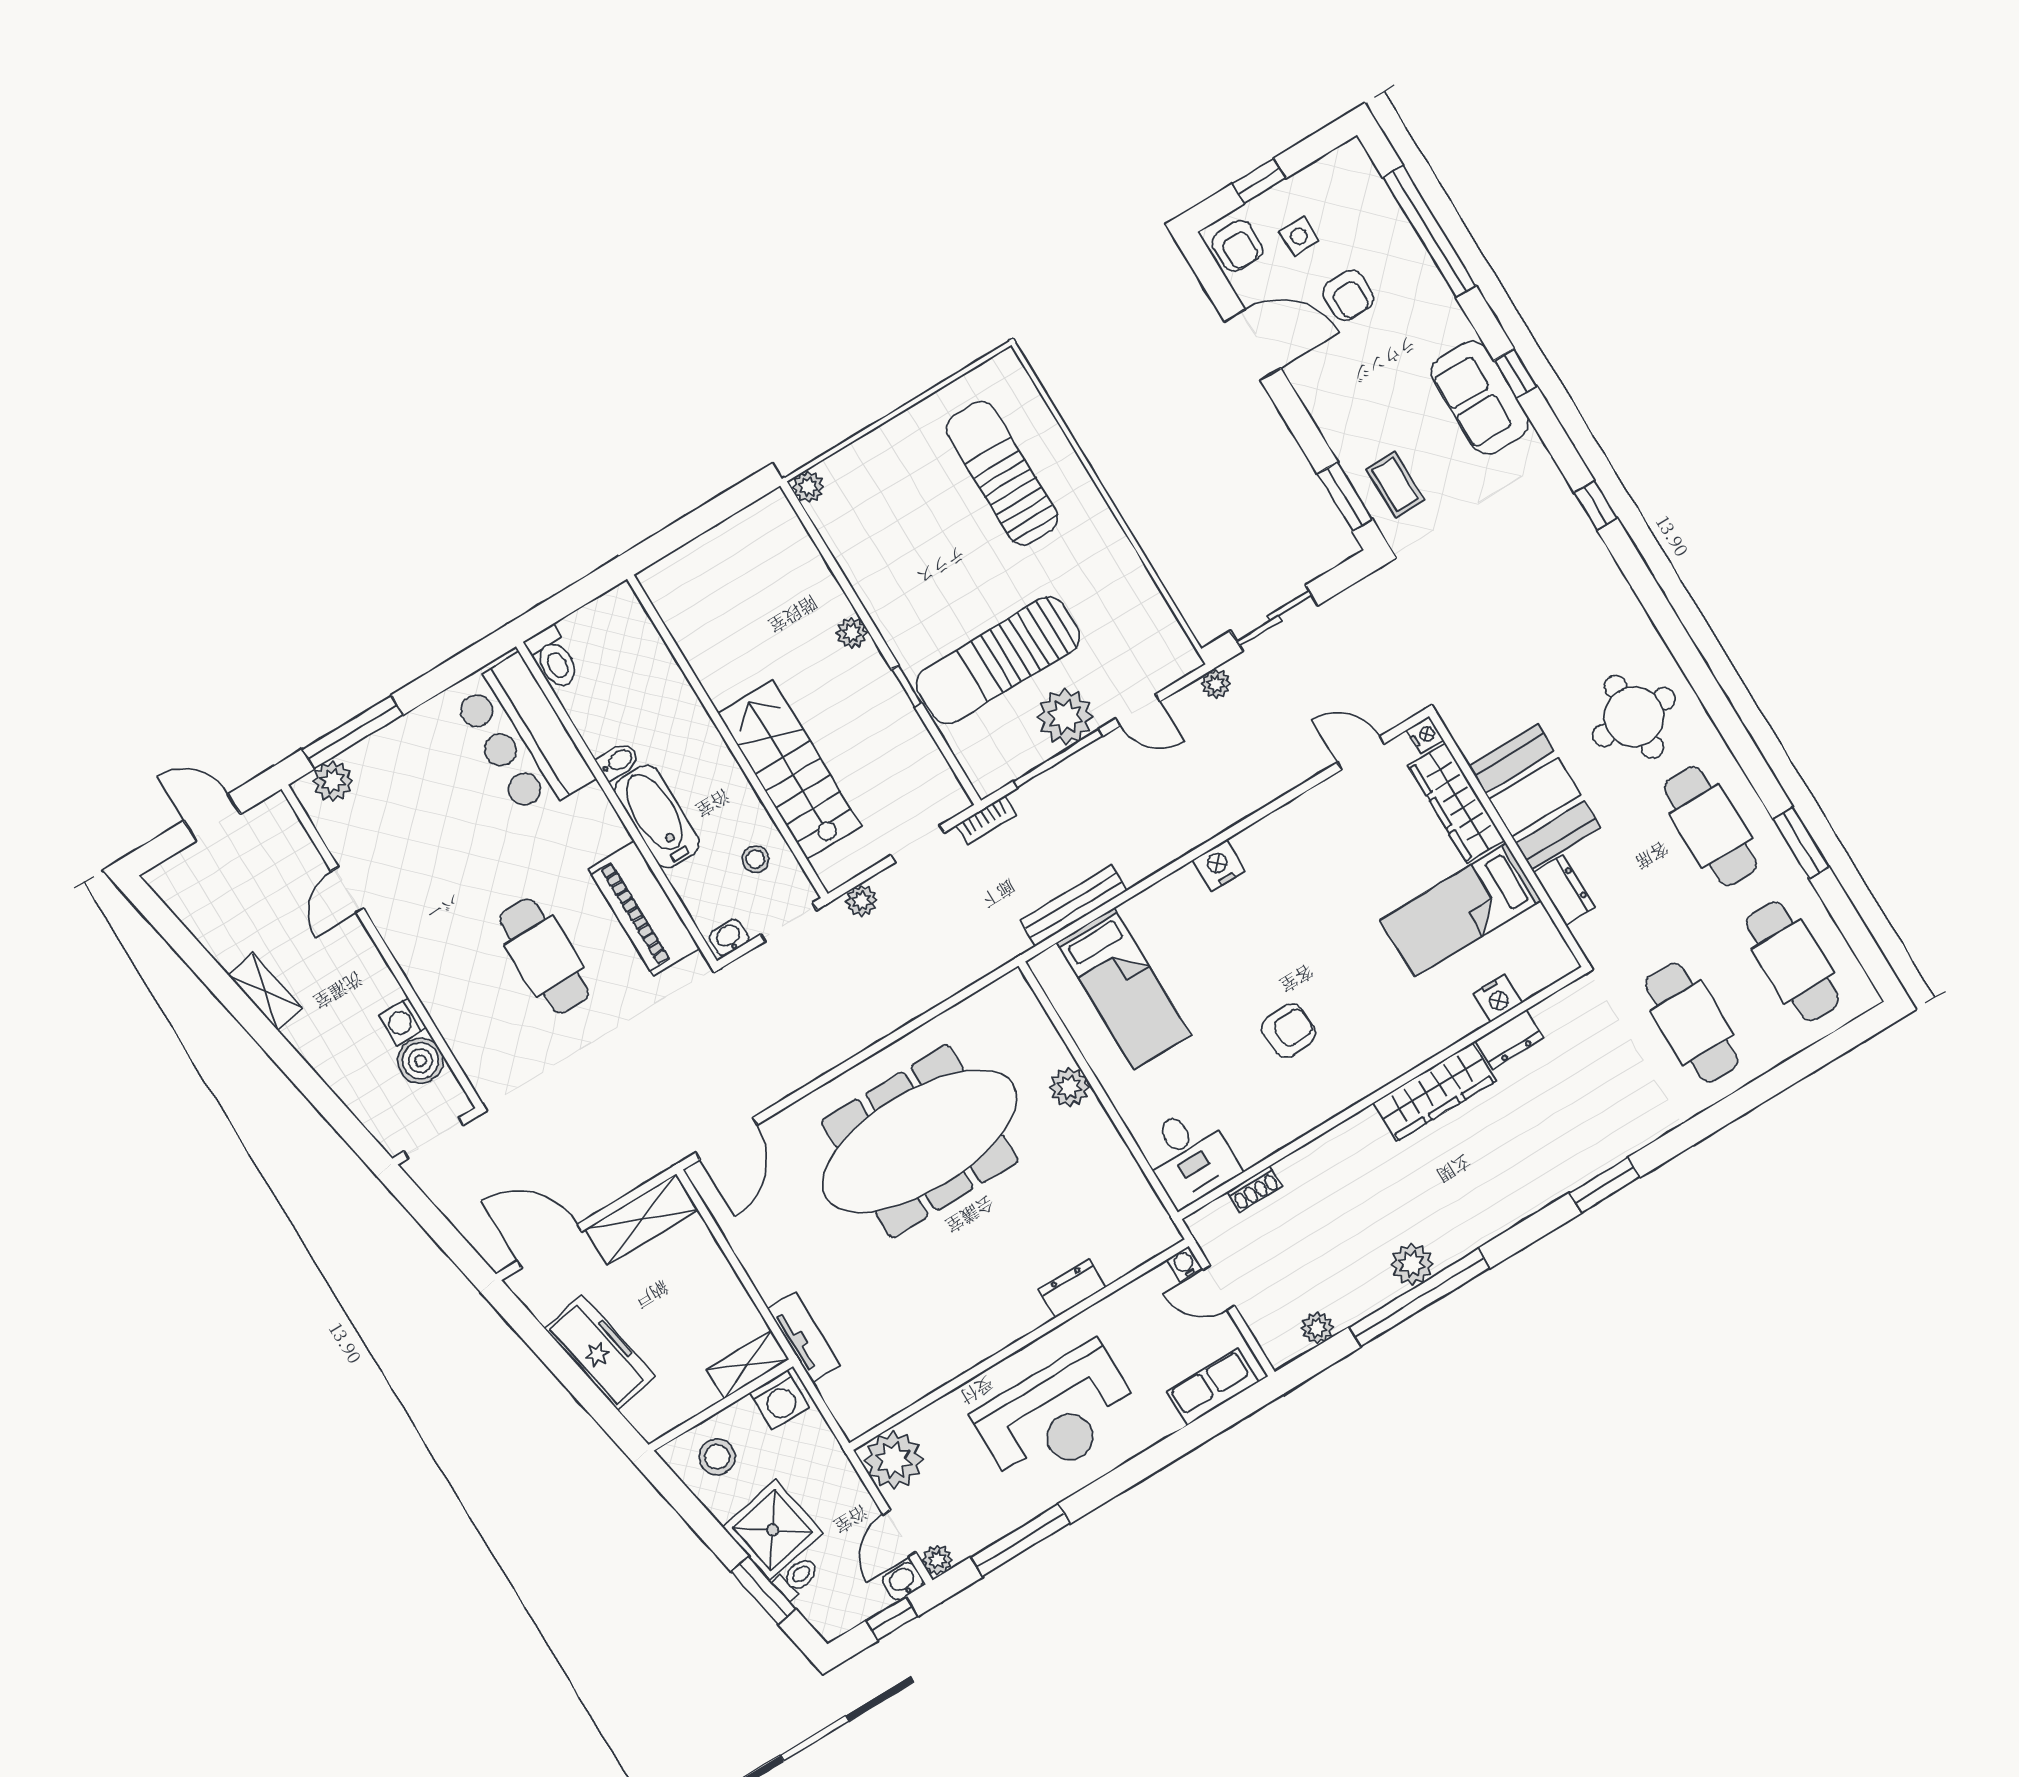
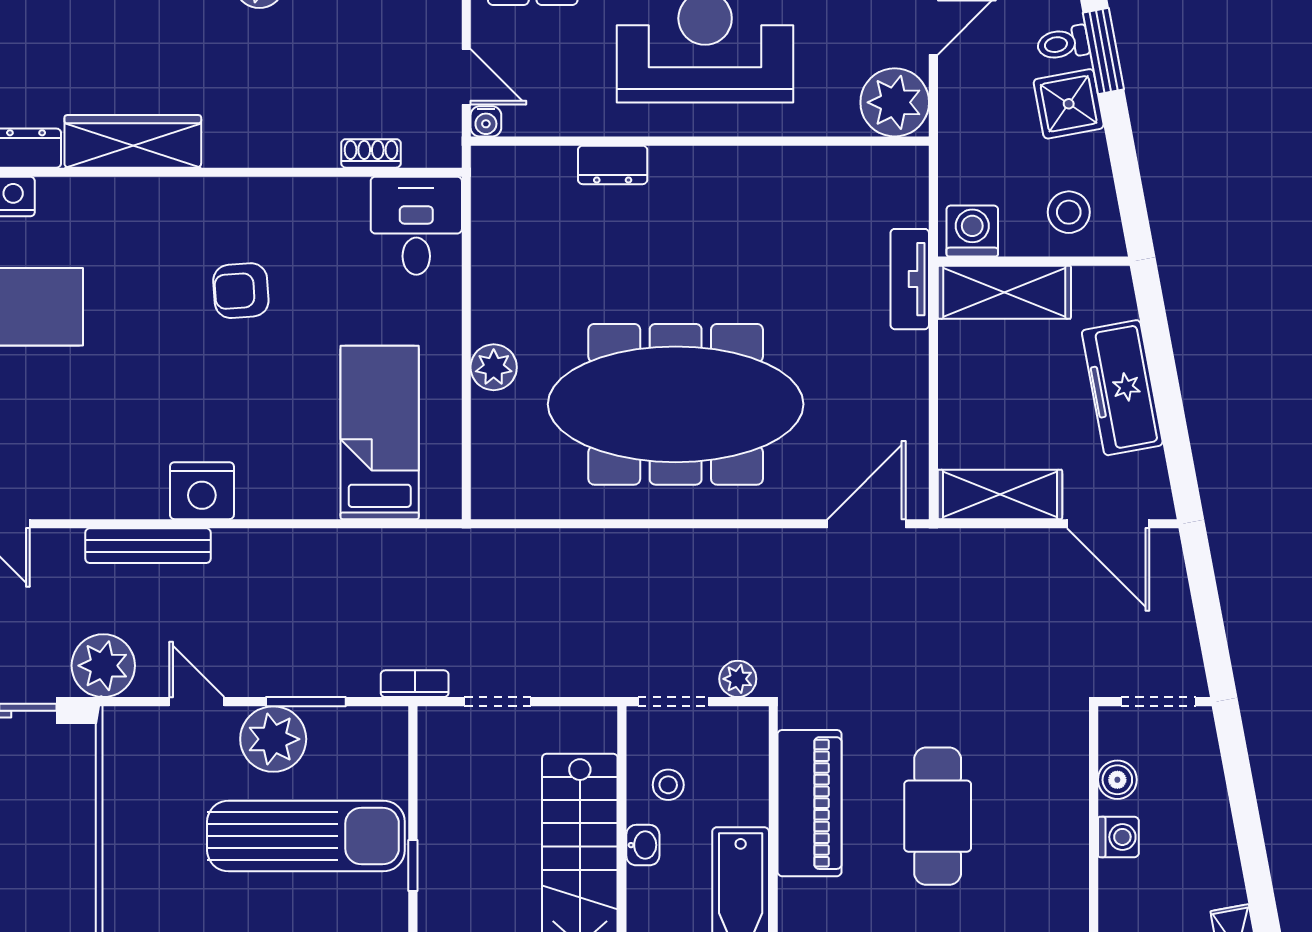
plant: (1216, 684) -> (103, 666), width x1.88, depth x1.88
window: (1058, 759) -> (306, 702), width x0.69
nightstand: (1219, 865) -> (202, 491), width x1.36, depth x1.33
plant: (861, 901) -> (738, 679), moved
bench: (1074, 906) -> (148, 546), moved
washbasin: (729, 938) -> (643, 845), moved, turned -90
boiler: (420, 1061) -> (1117, 780), width x0.73, depth x0.73
shelving: (748, 1365) -> (1004, 292), width x1.50, depth x1.33
shower: (773, 1530) -> (1069, 104), width x0.73, depth x0.73

